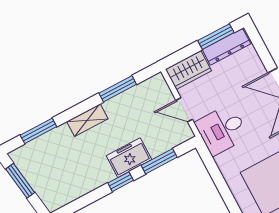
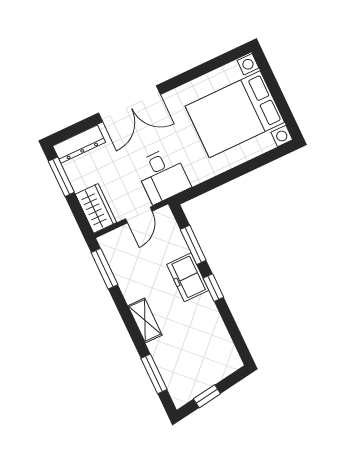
dresser: (226, 47) -> (79, 144), moved, turned 90
window: (118, 89) -> (104, 269), moved
window: (20, 181) -> (207, 396), width x0.67

